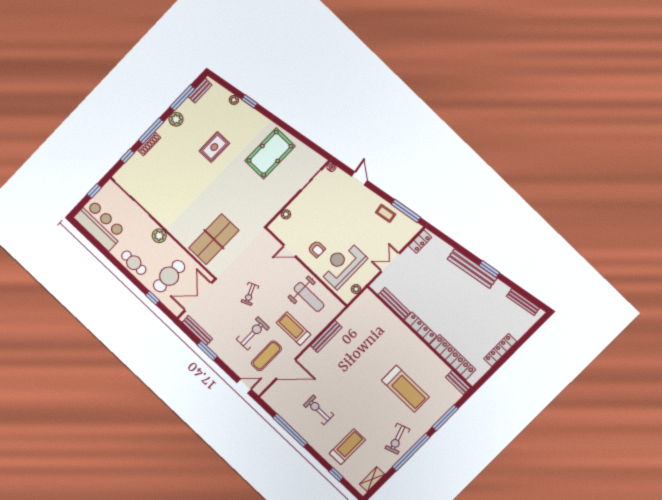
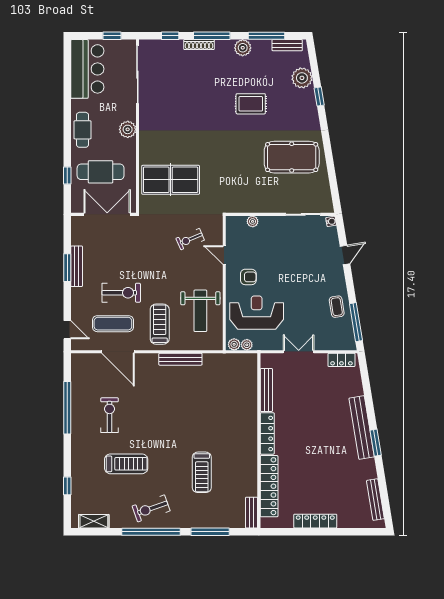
plant: (234, 100) -> (302, 78), width x1.88, depth x1.88
armchair: (317, 249) -> (248, 277), turned -90
exercise bike: (250, 294) -> (190, 239), moved
plant: (348, 296) -> (234, 344), added
bench: (197, 330) -> (77, 266), moved
treadmill: (405, 389) -> (202, 472), width x0.73, depth x0.73
treadmill: (347, 447) -> (126, 464), moved

